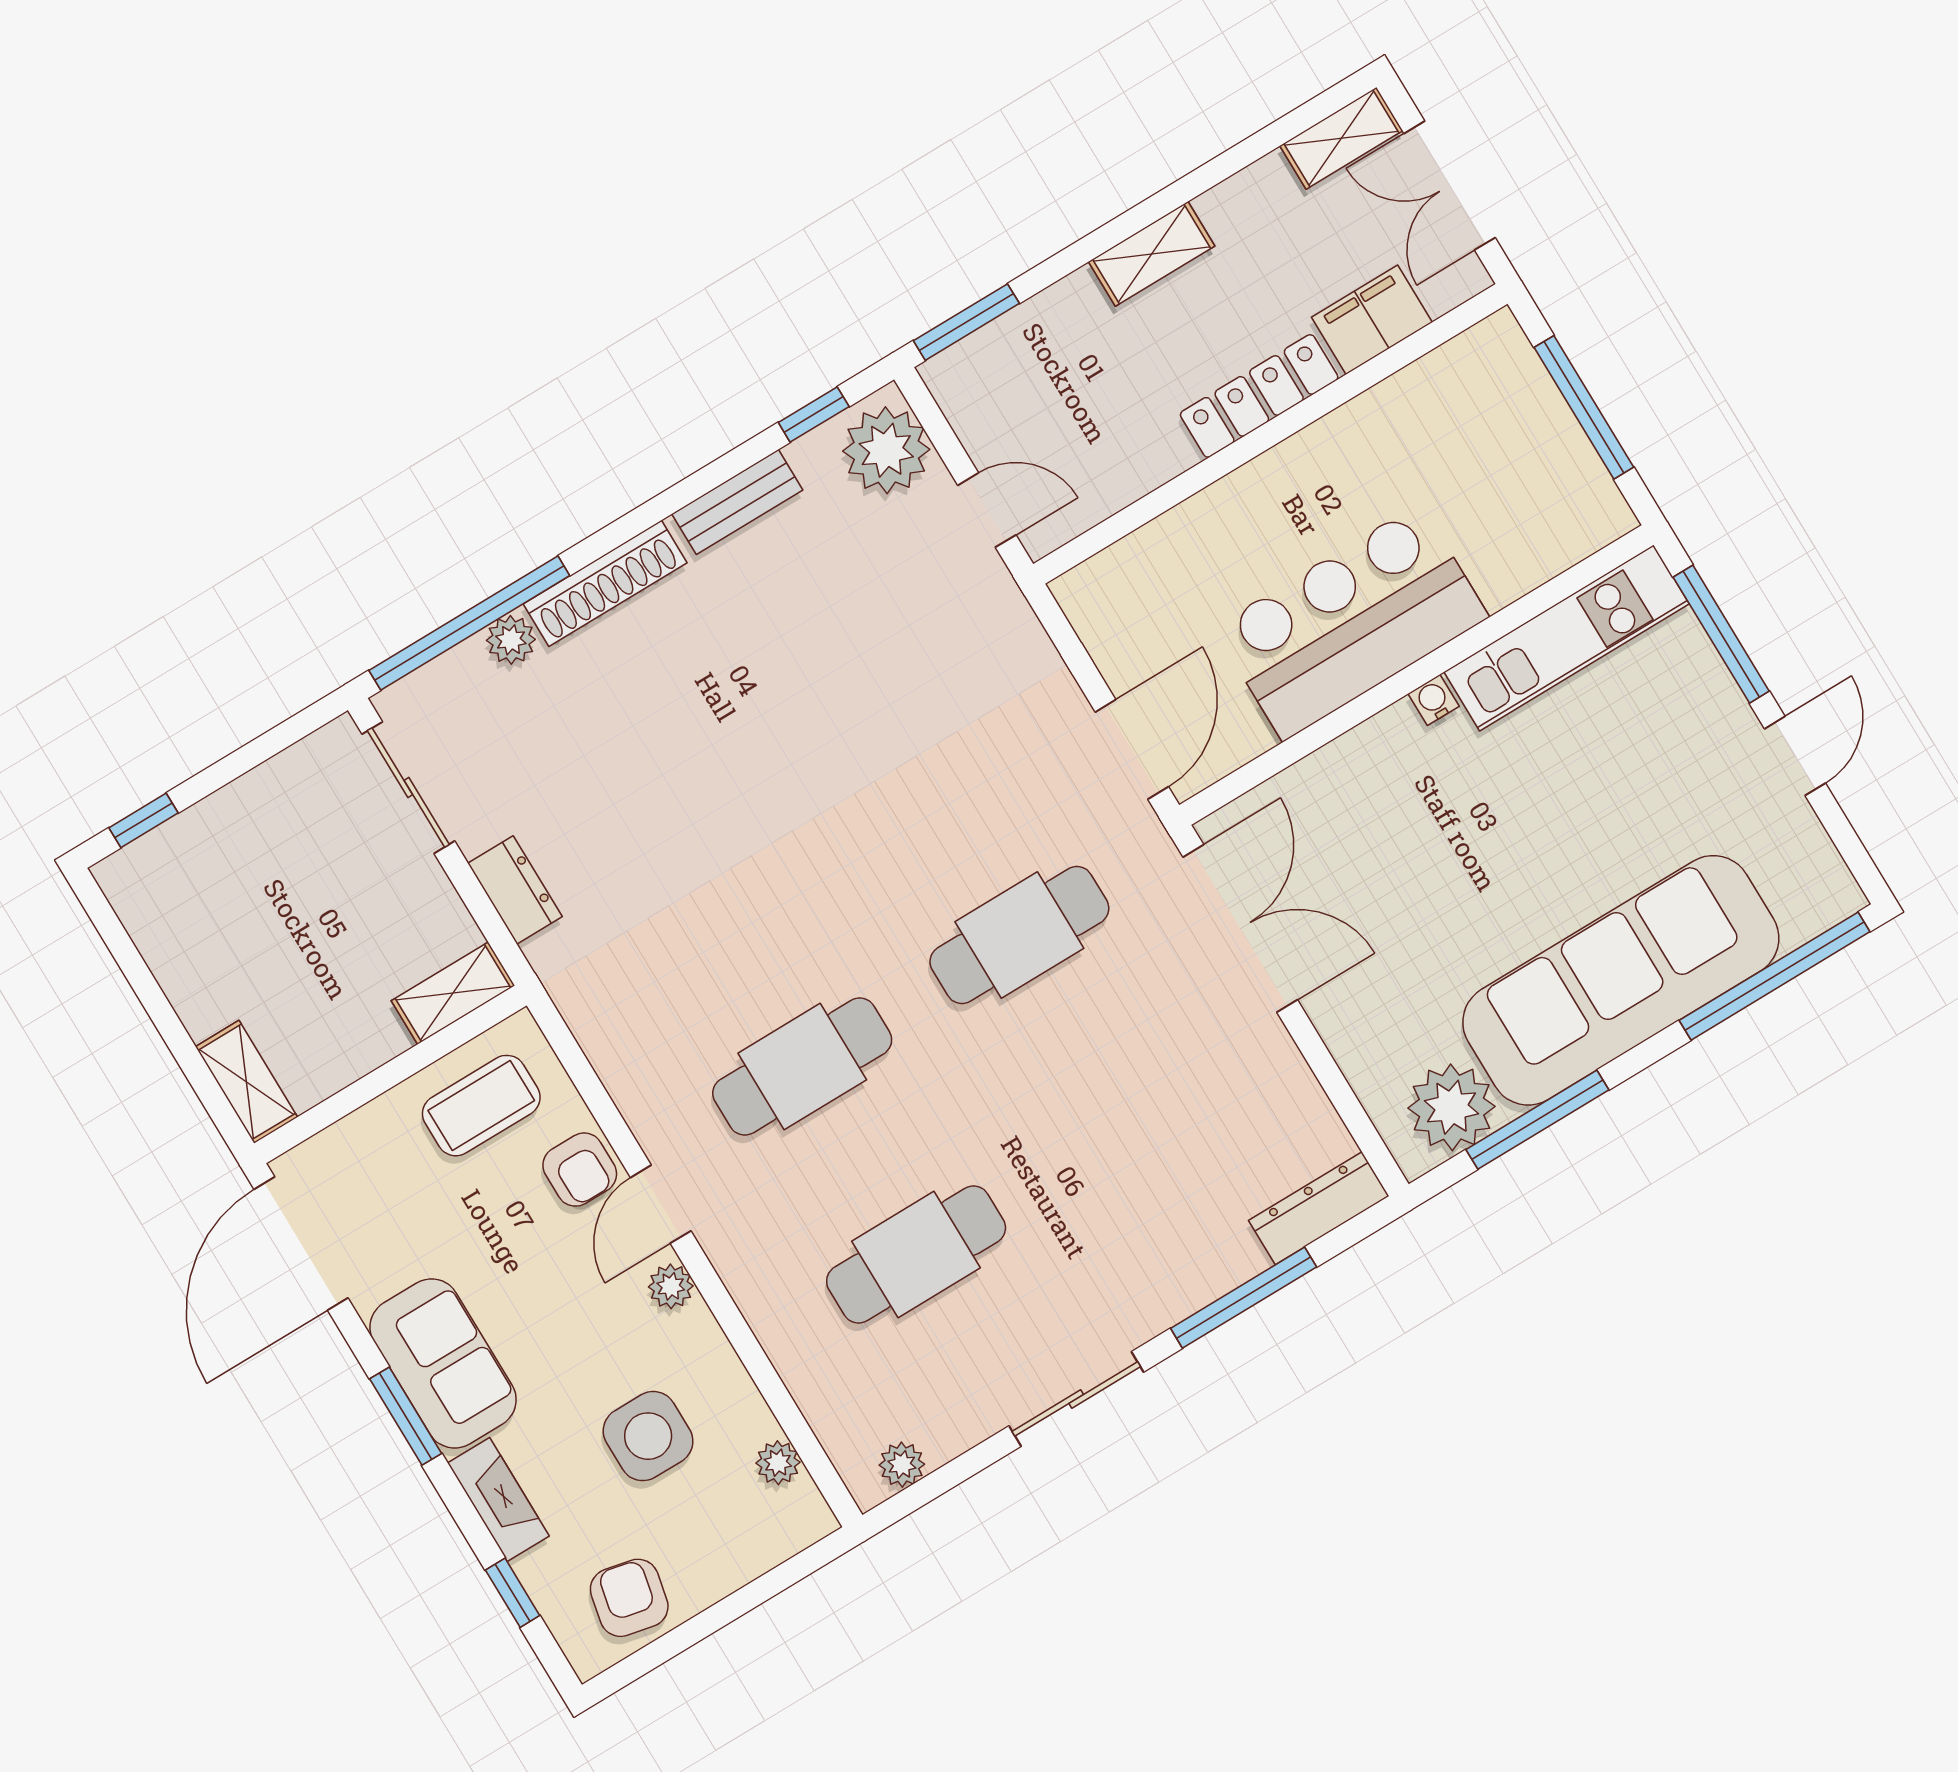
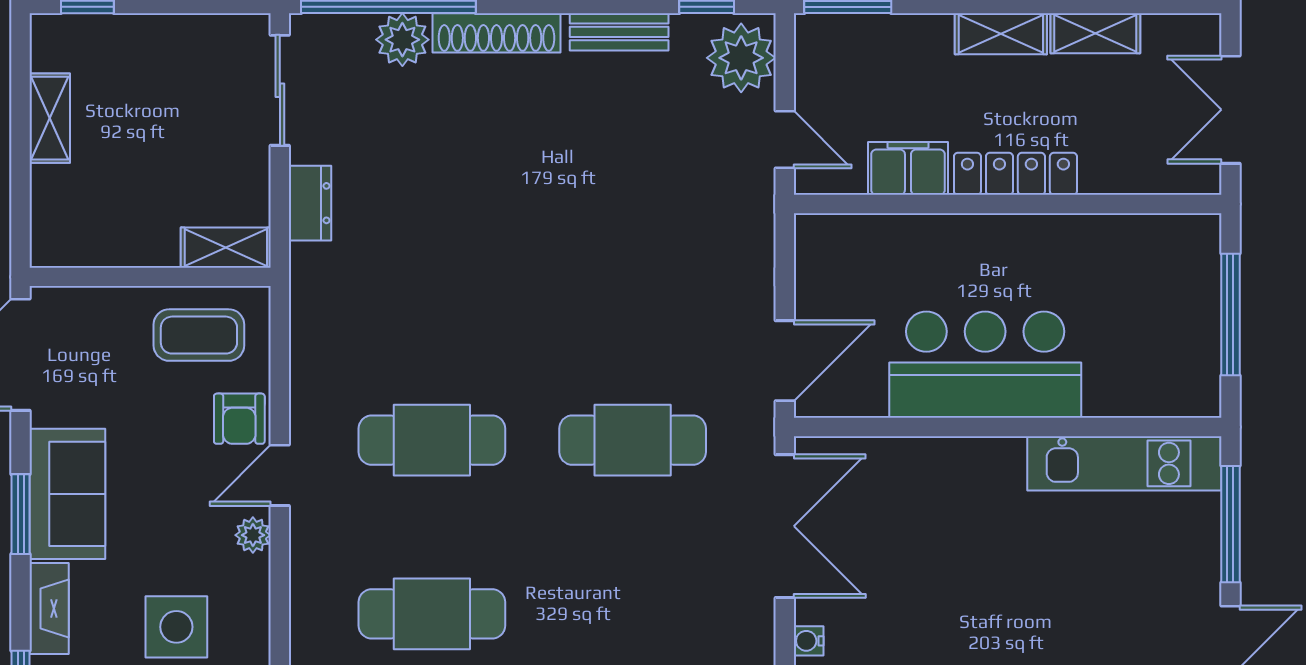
shelving: (1341, 138) -> (1095, 33), moved
filing cabinet: (1372, 320) -> (908, 168), moved
plant: (511, 640) -> (402, 40), width x1.38, depth x1.38
water cooler: (1434, 700) -> (809, 641), moved, turned -90
shelving: (246, 1082) -> (50, 118), moved

